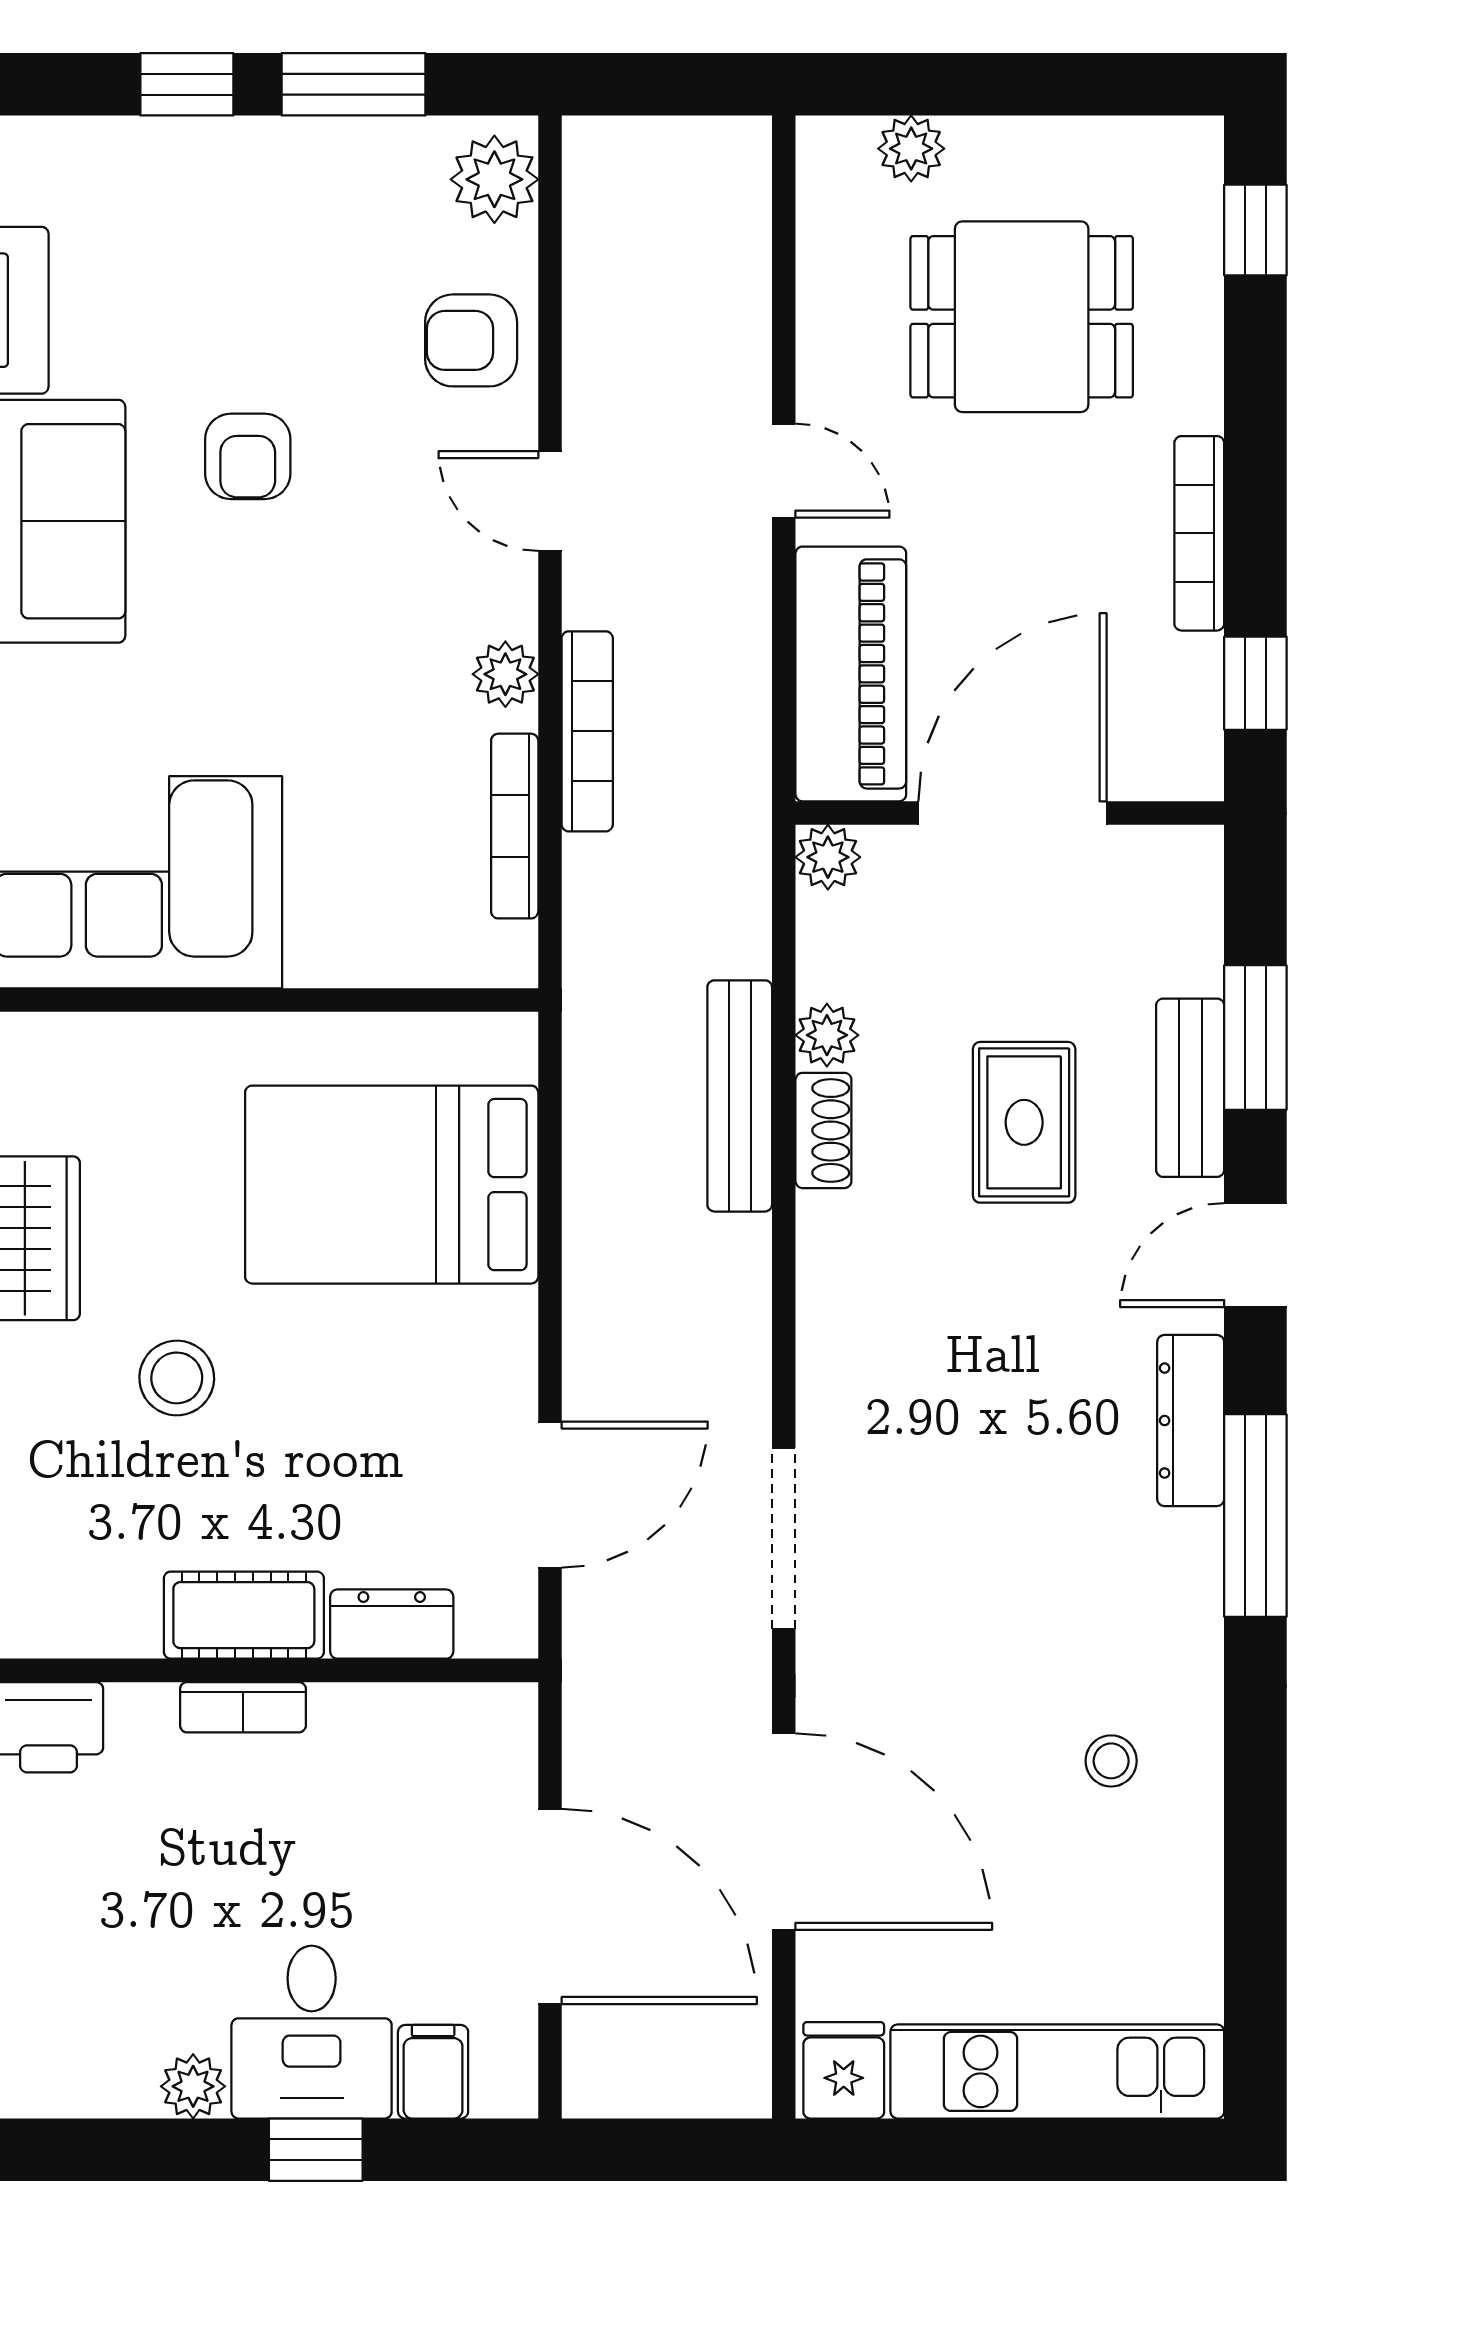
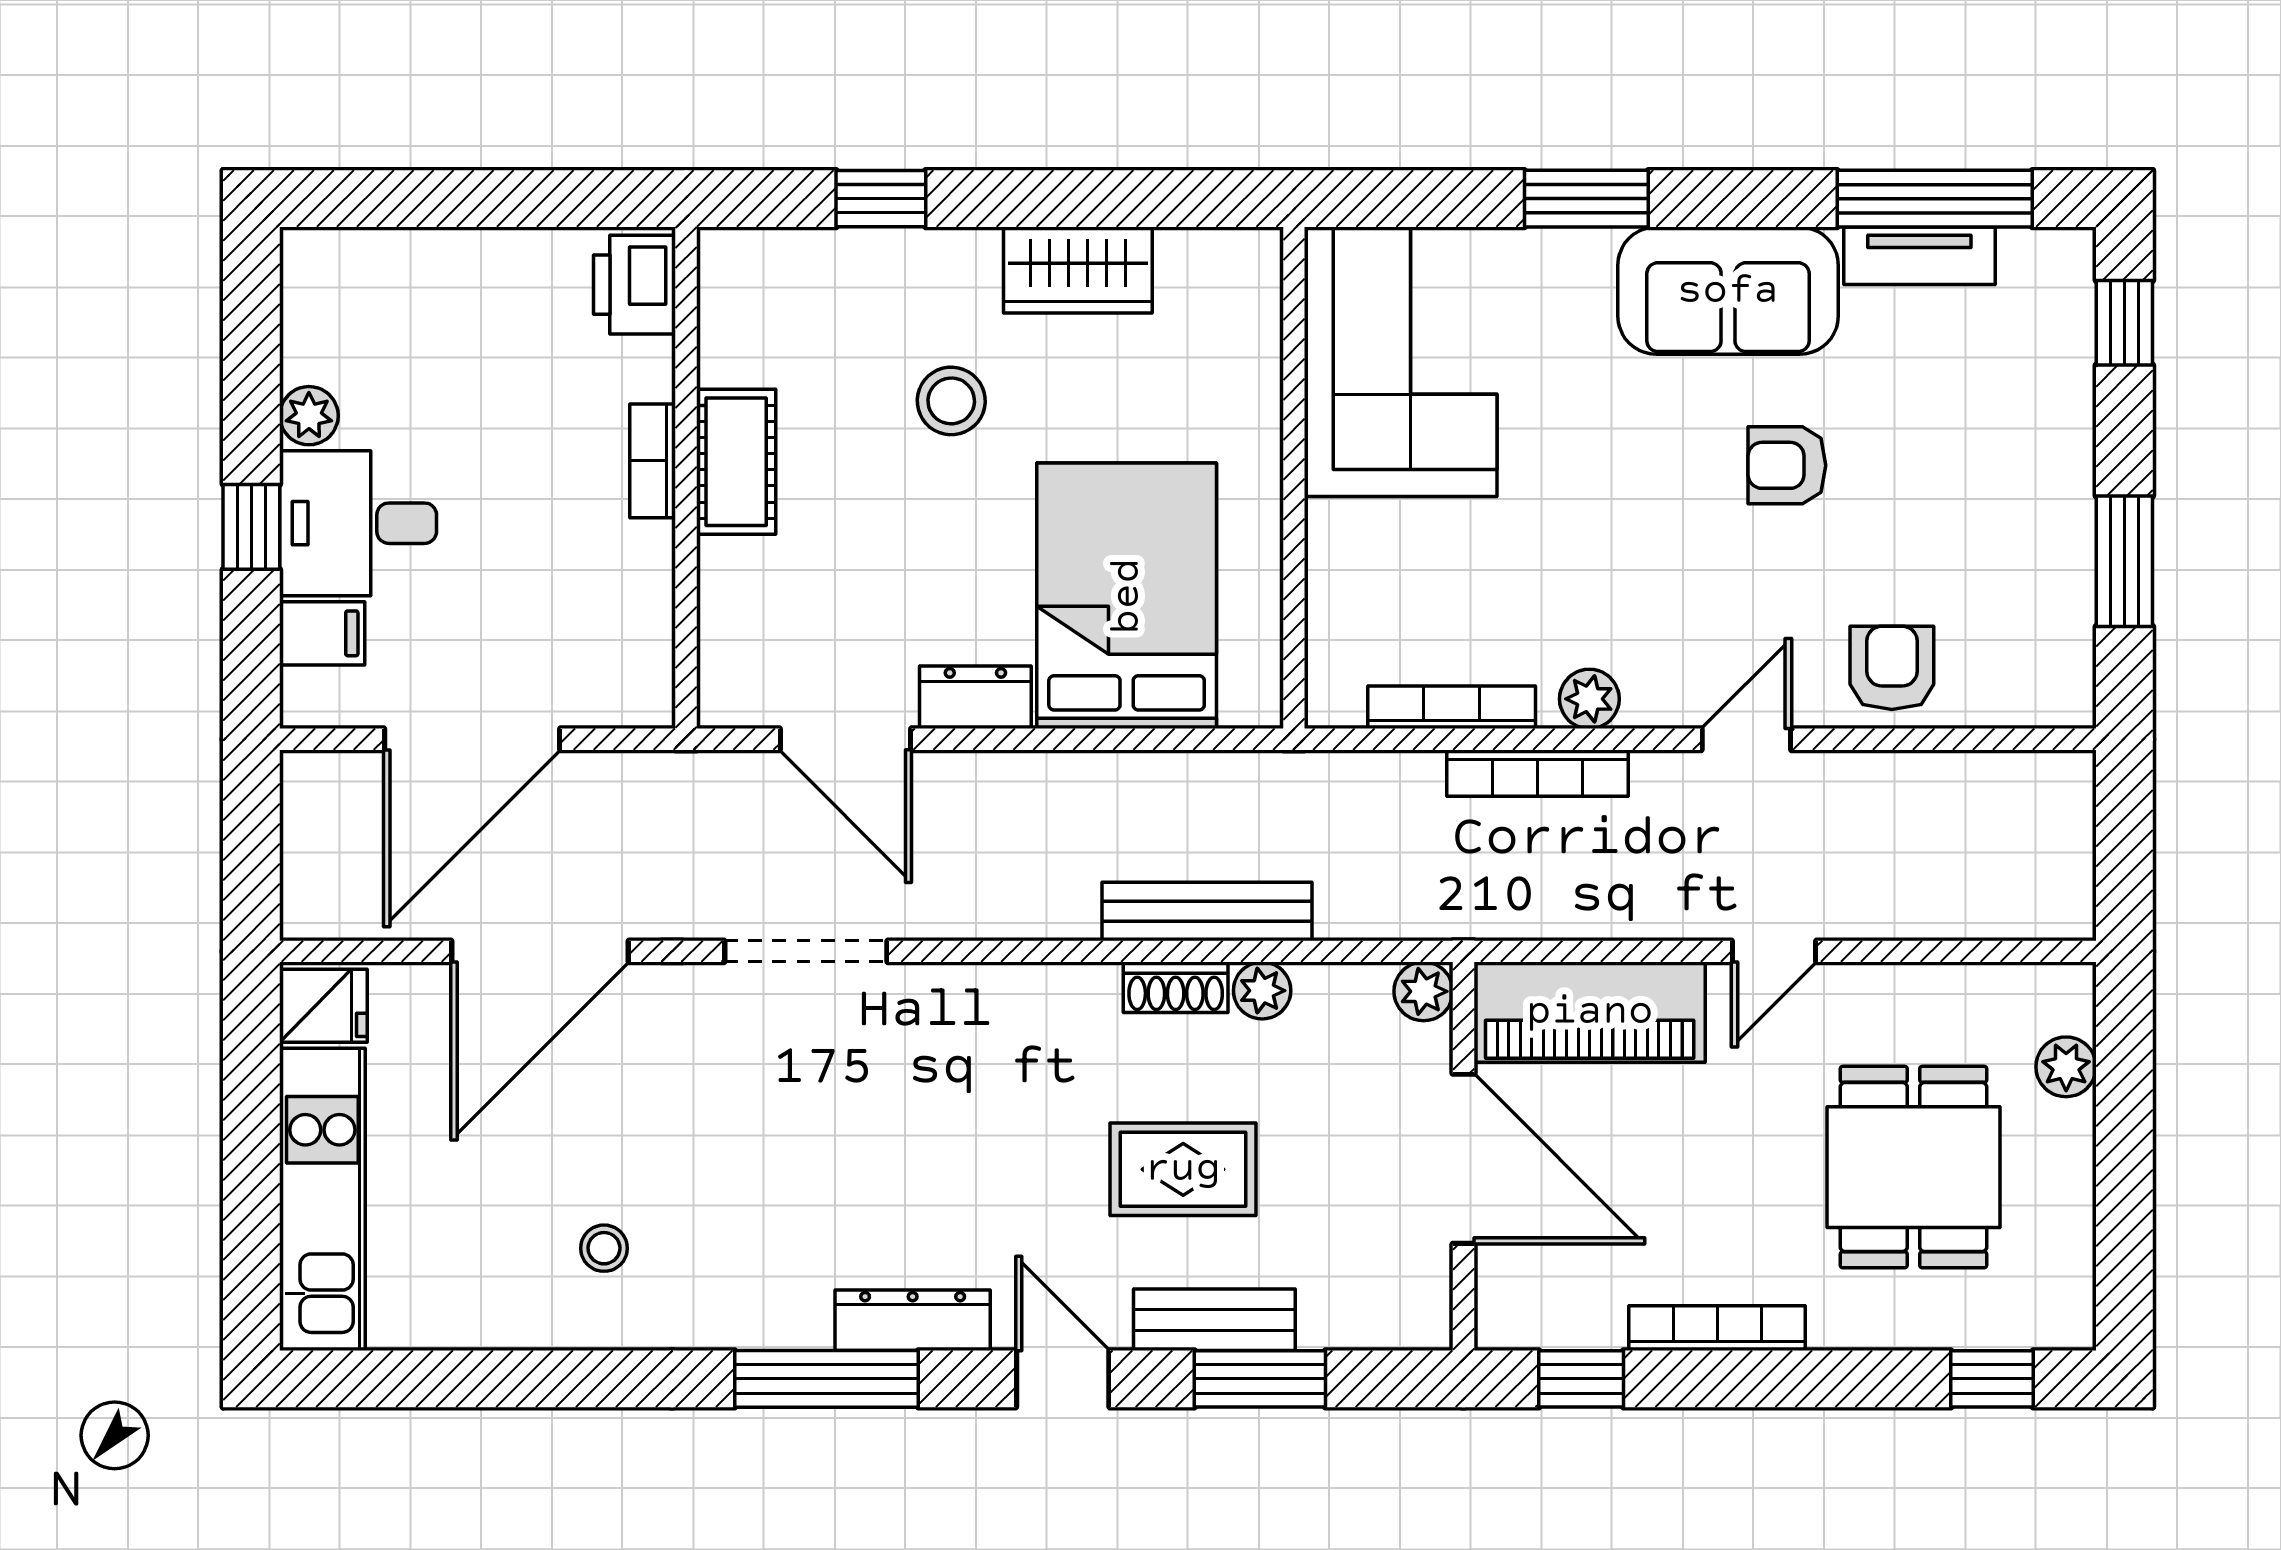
window: (187, 84) -> (2124, 323), moved
plant: (494, 179) -> (2038, 689), removed
dresser: (392, 1624) -> (975, 697), moved, turned -90

